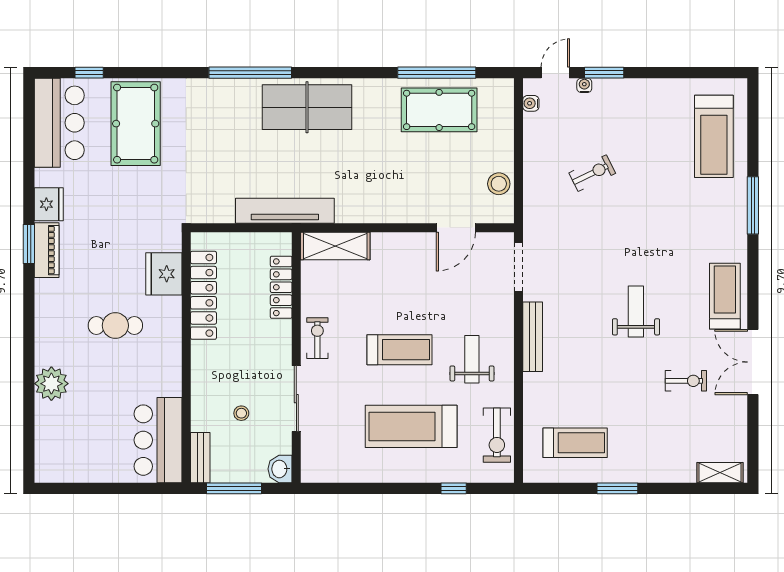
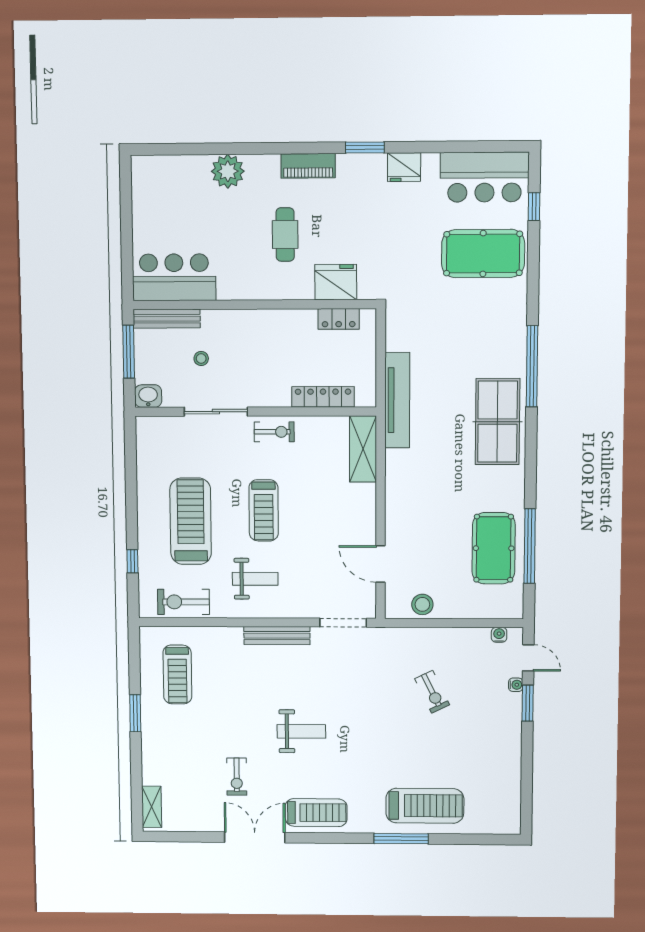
treadmill: (714, 136) -> (425, 806), moved, turned 180
piano: (47, 250) -> (308, 166), moved
locker: (203, 295) -> (339, 319), width x0.46, depth x0.83
bench: (200, 458) -> (167, 319), width x1.36

